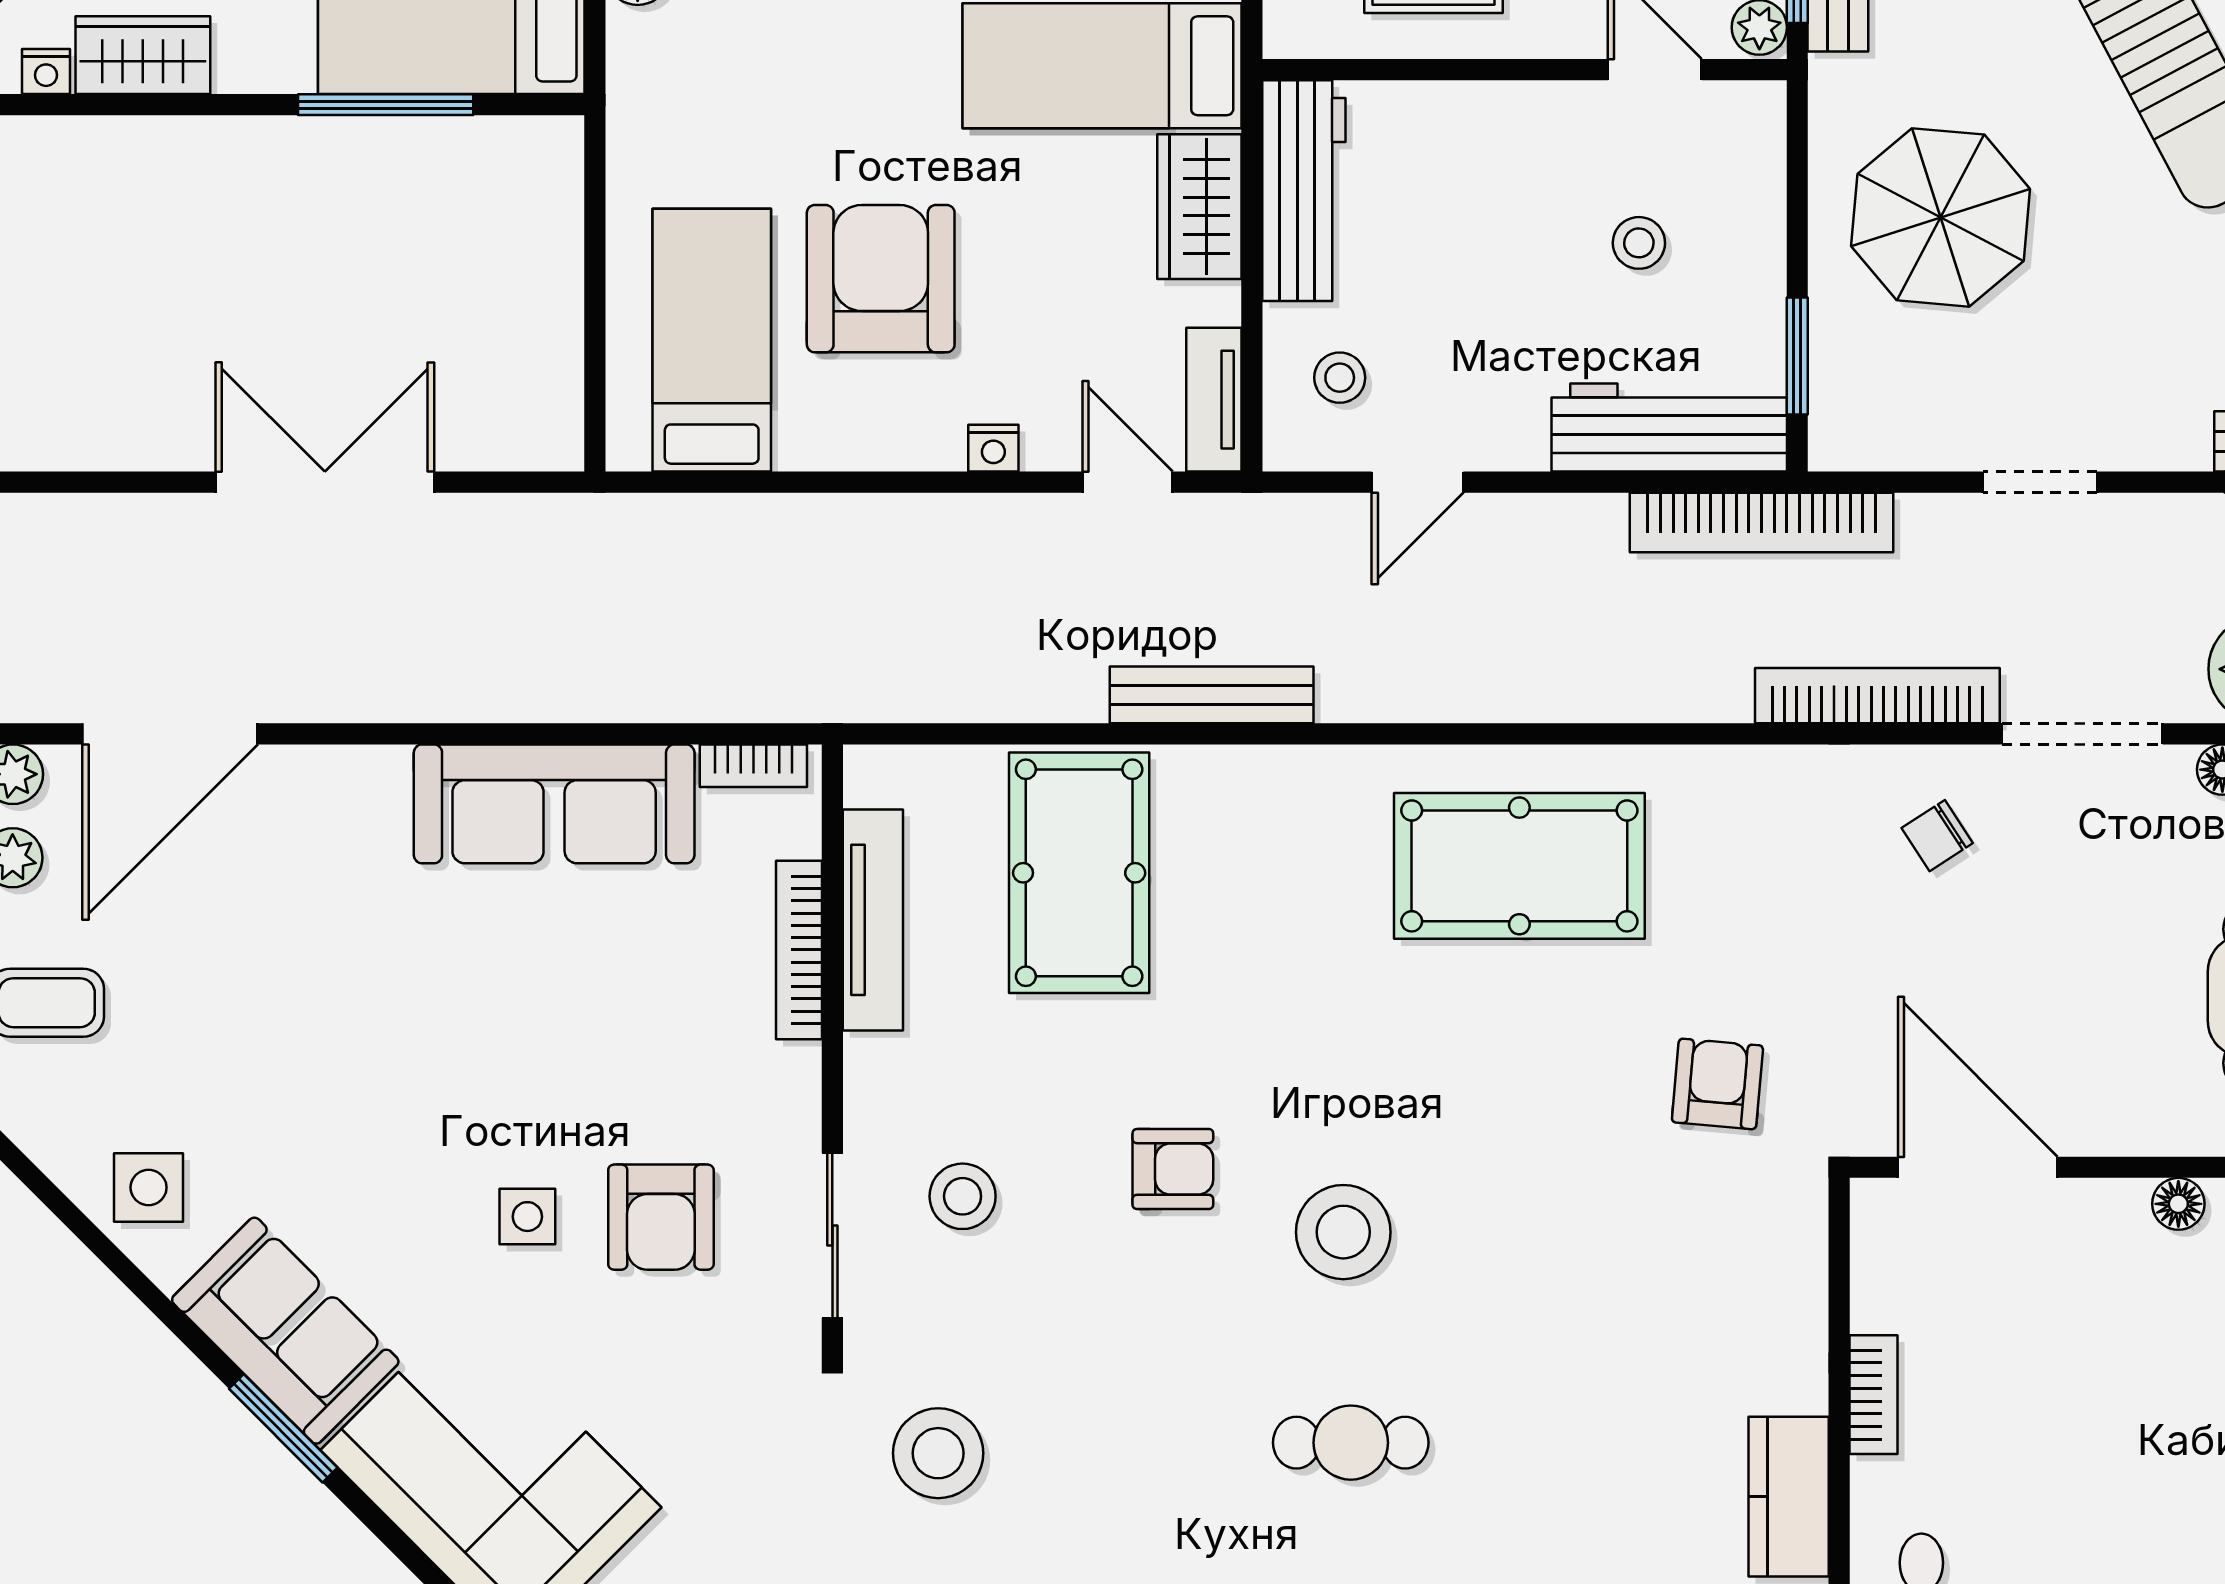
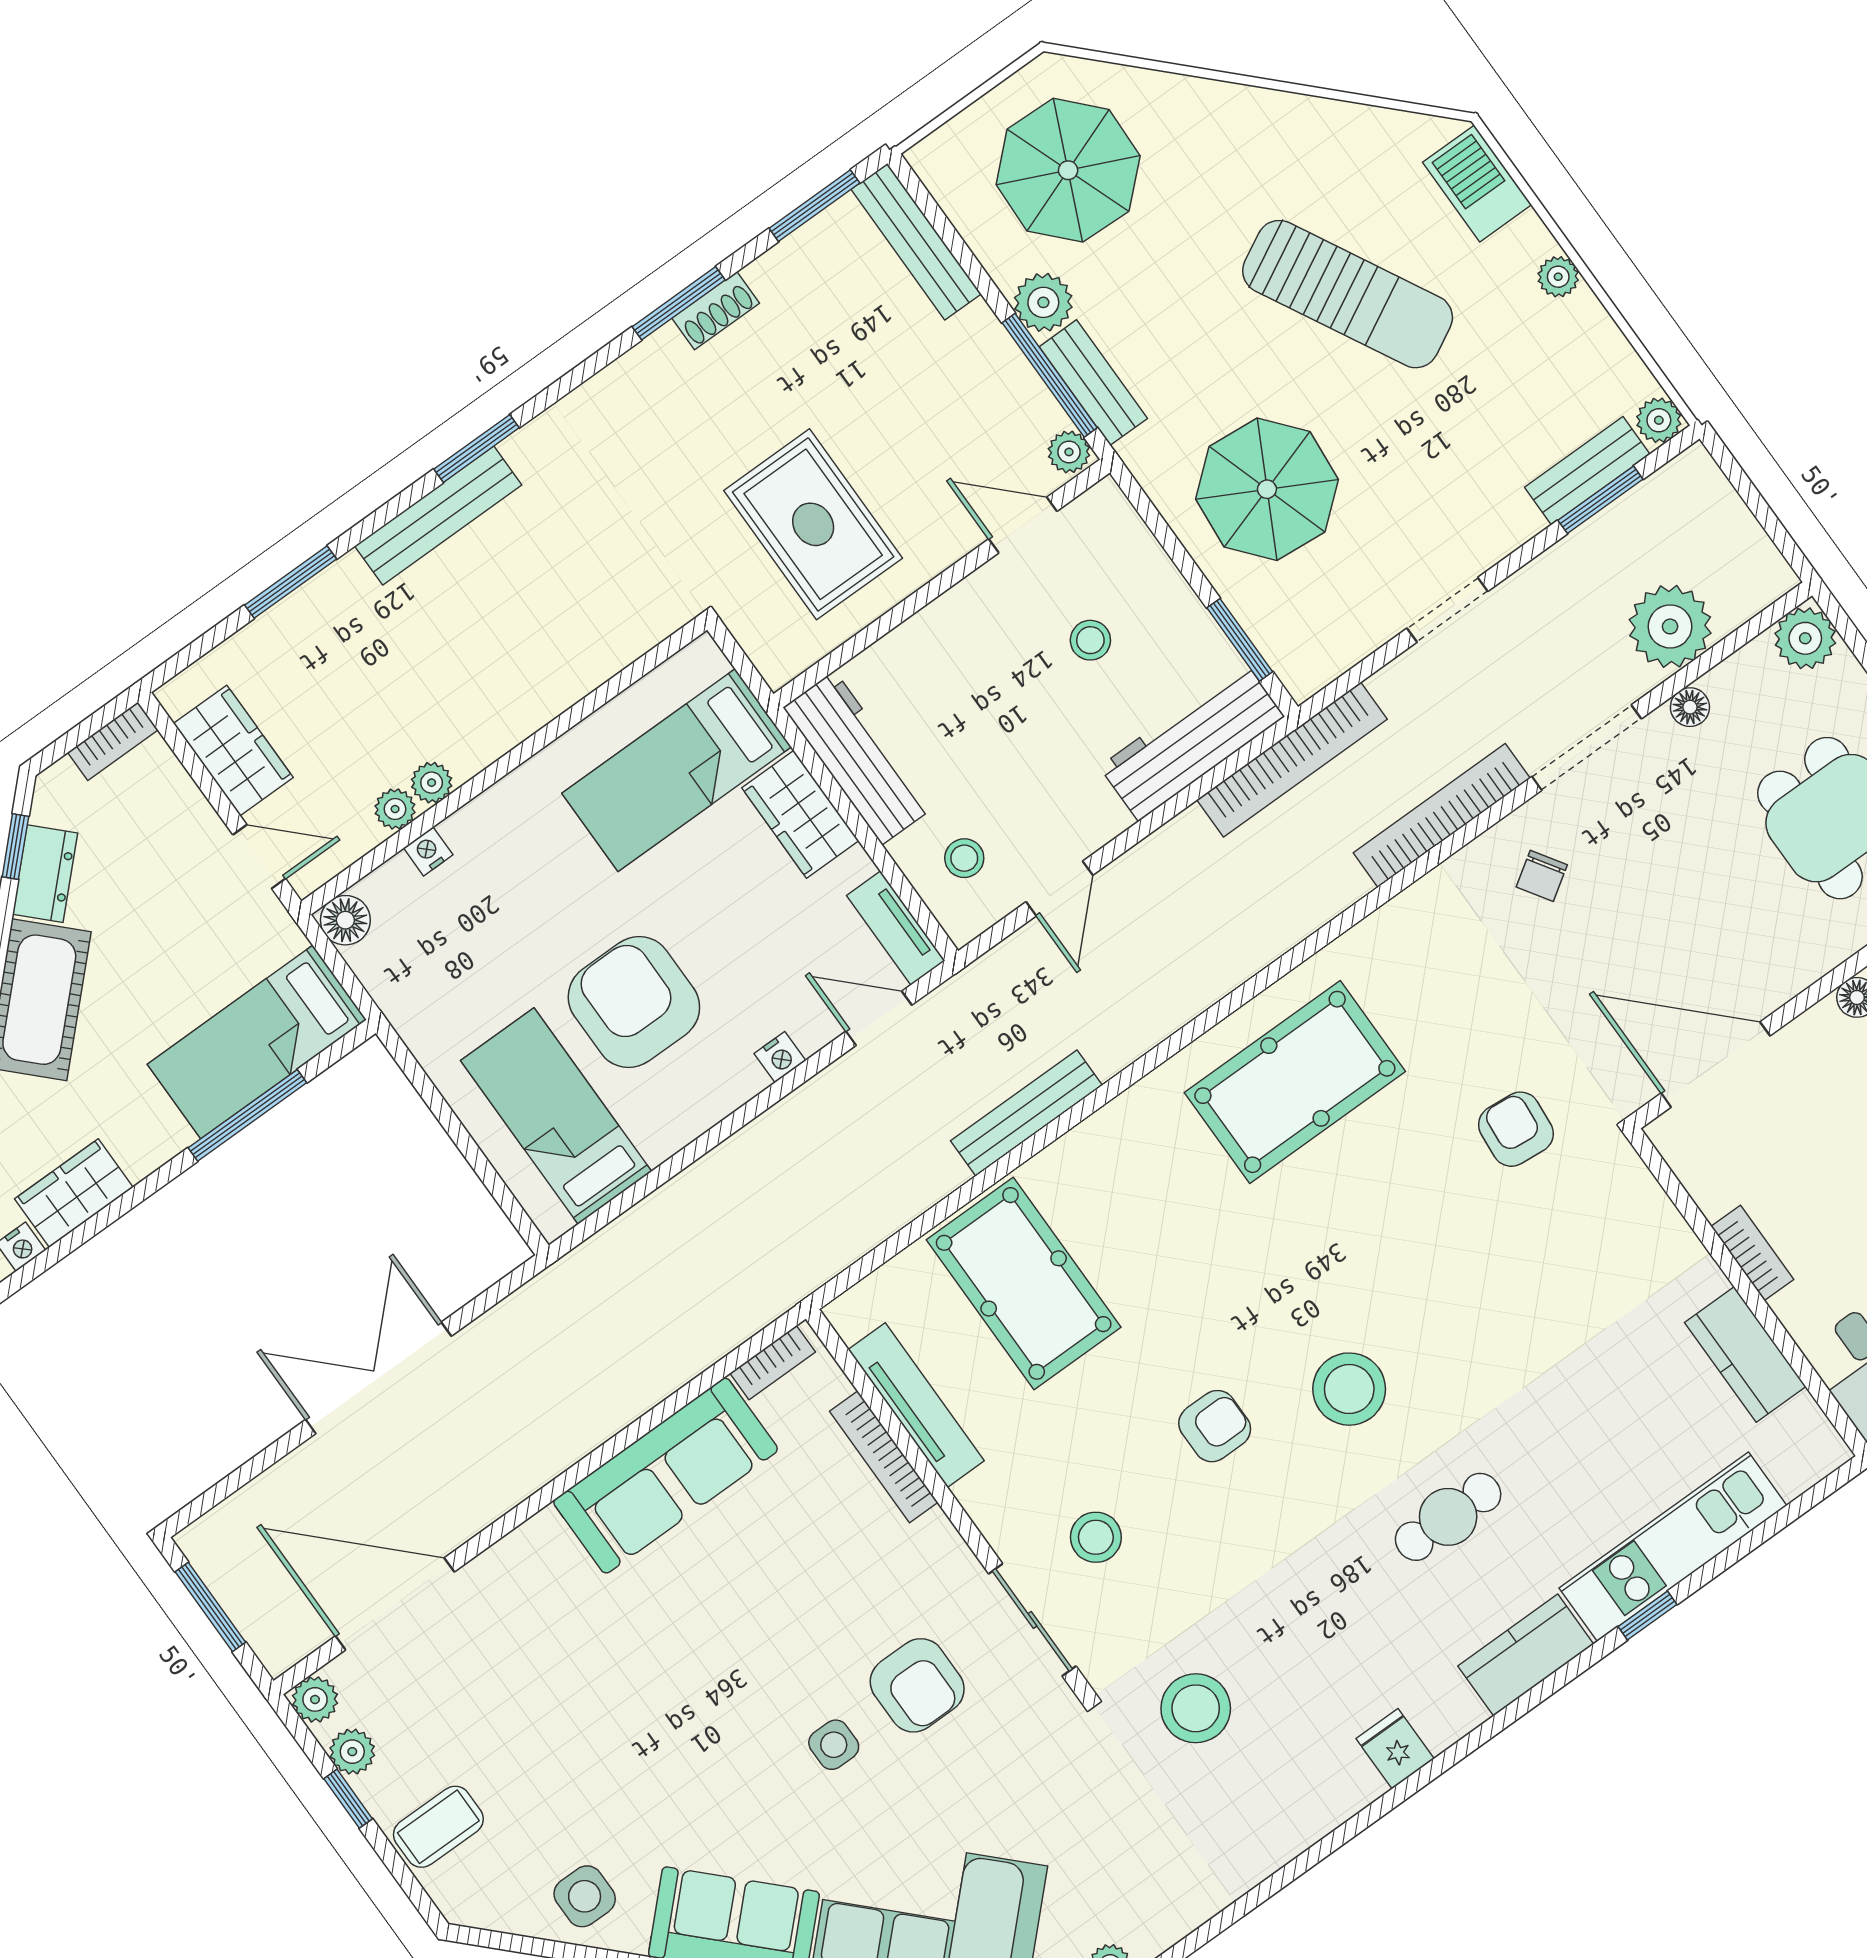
door: (170, 734) -> (395, 1604), swing flipped

